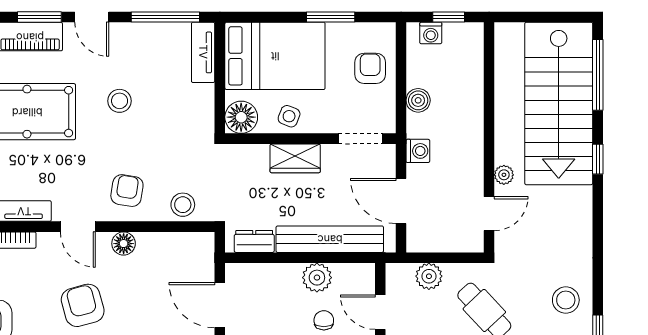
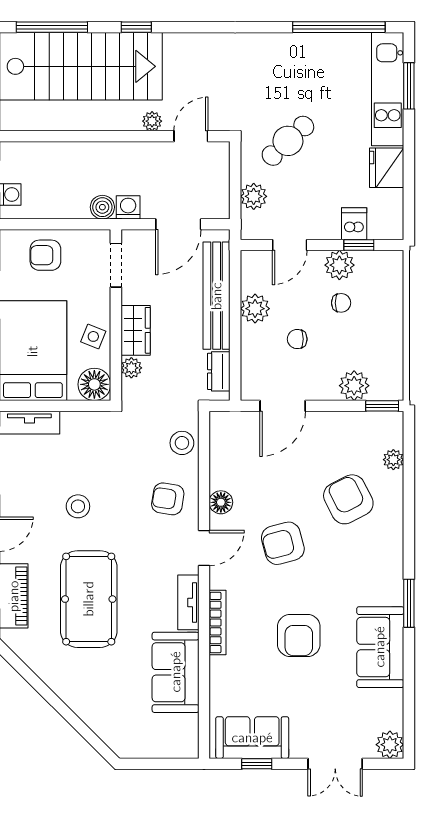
boiler: (418, 100) -> (102, 207), moved
plant: (258, 154) -> (131, 368), added
door: (489, 214) -> (191, 136), hinge flipped
stool: (566, 300) -> (277, 59), removed
chair: (324, 320) -> (297, 339), moved

